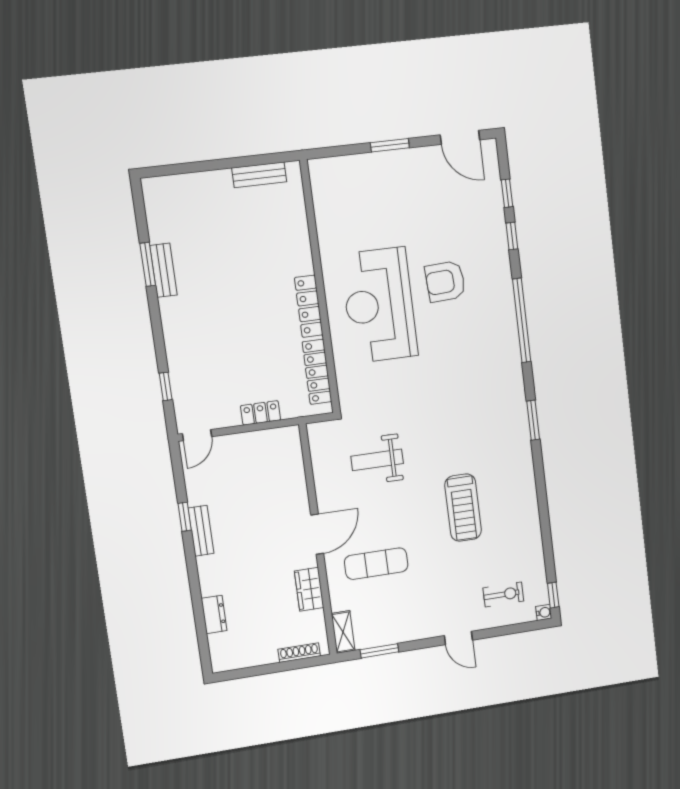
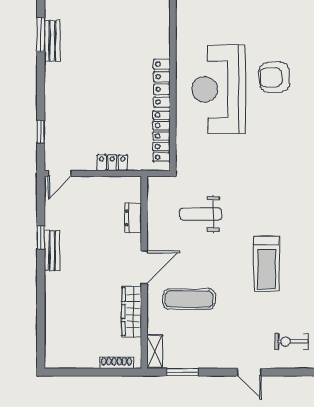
wardrobe: (309, 589) -> (132, 312), width x1.50
exercise bike: (503, 594) -> (292, 342), turned 180
dresser: (214, 614) -> (133, 218), moved, turned 180

